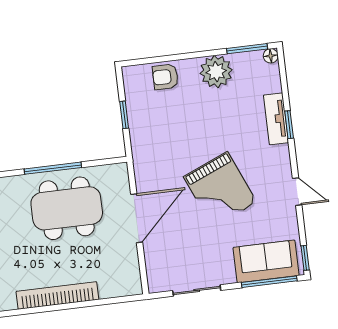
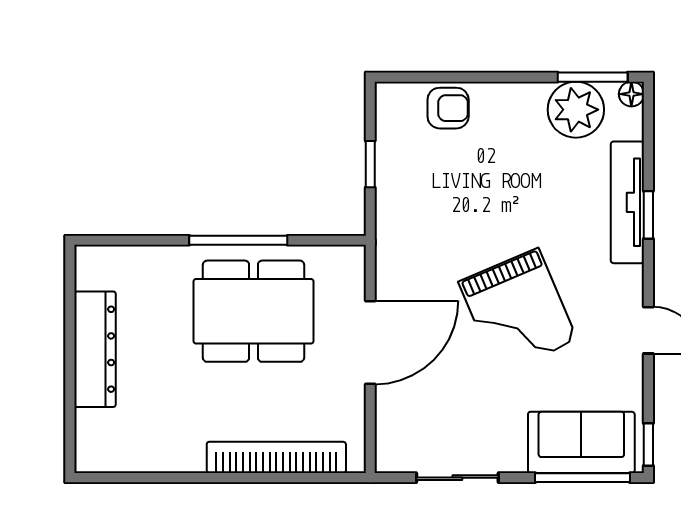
plant: (216, 72) -> (576, 110), moved
armchair: (165, 77) -> (448, 108), turned 180
tv unit: (276, 119) -> (627, 202), width x1.41
bookcase: (57, 295) -> (276, 457), moved

